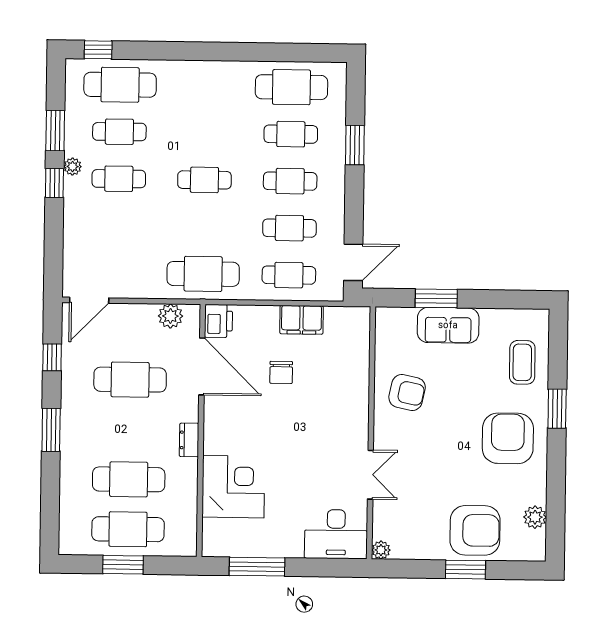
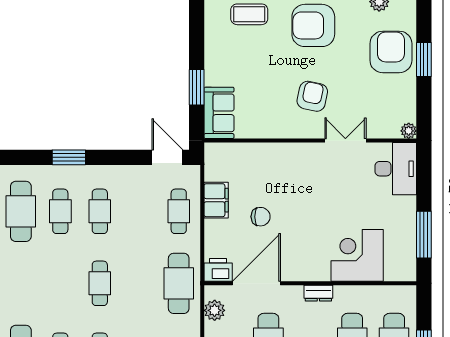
cafe table: (289, 228) -> (139, 211), removed
sofa: (448, 325) -> (219, 113), moved
armchair: (407, 392) -> (312, 96), moved

